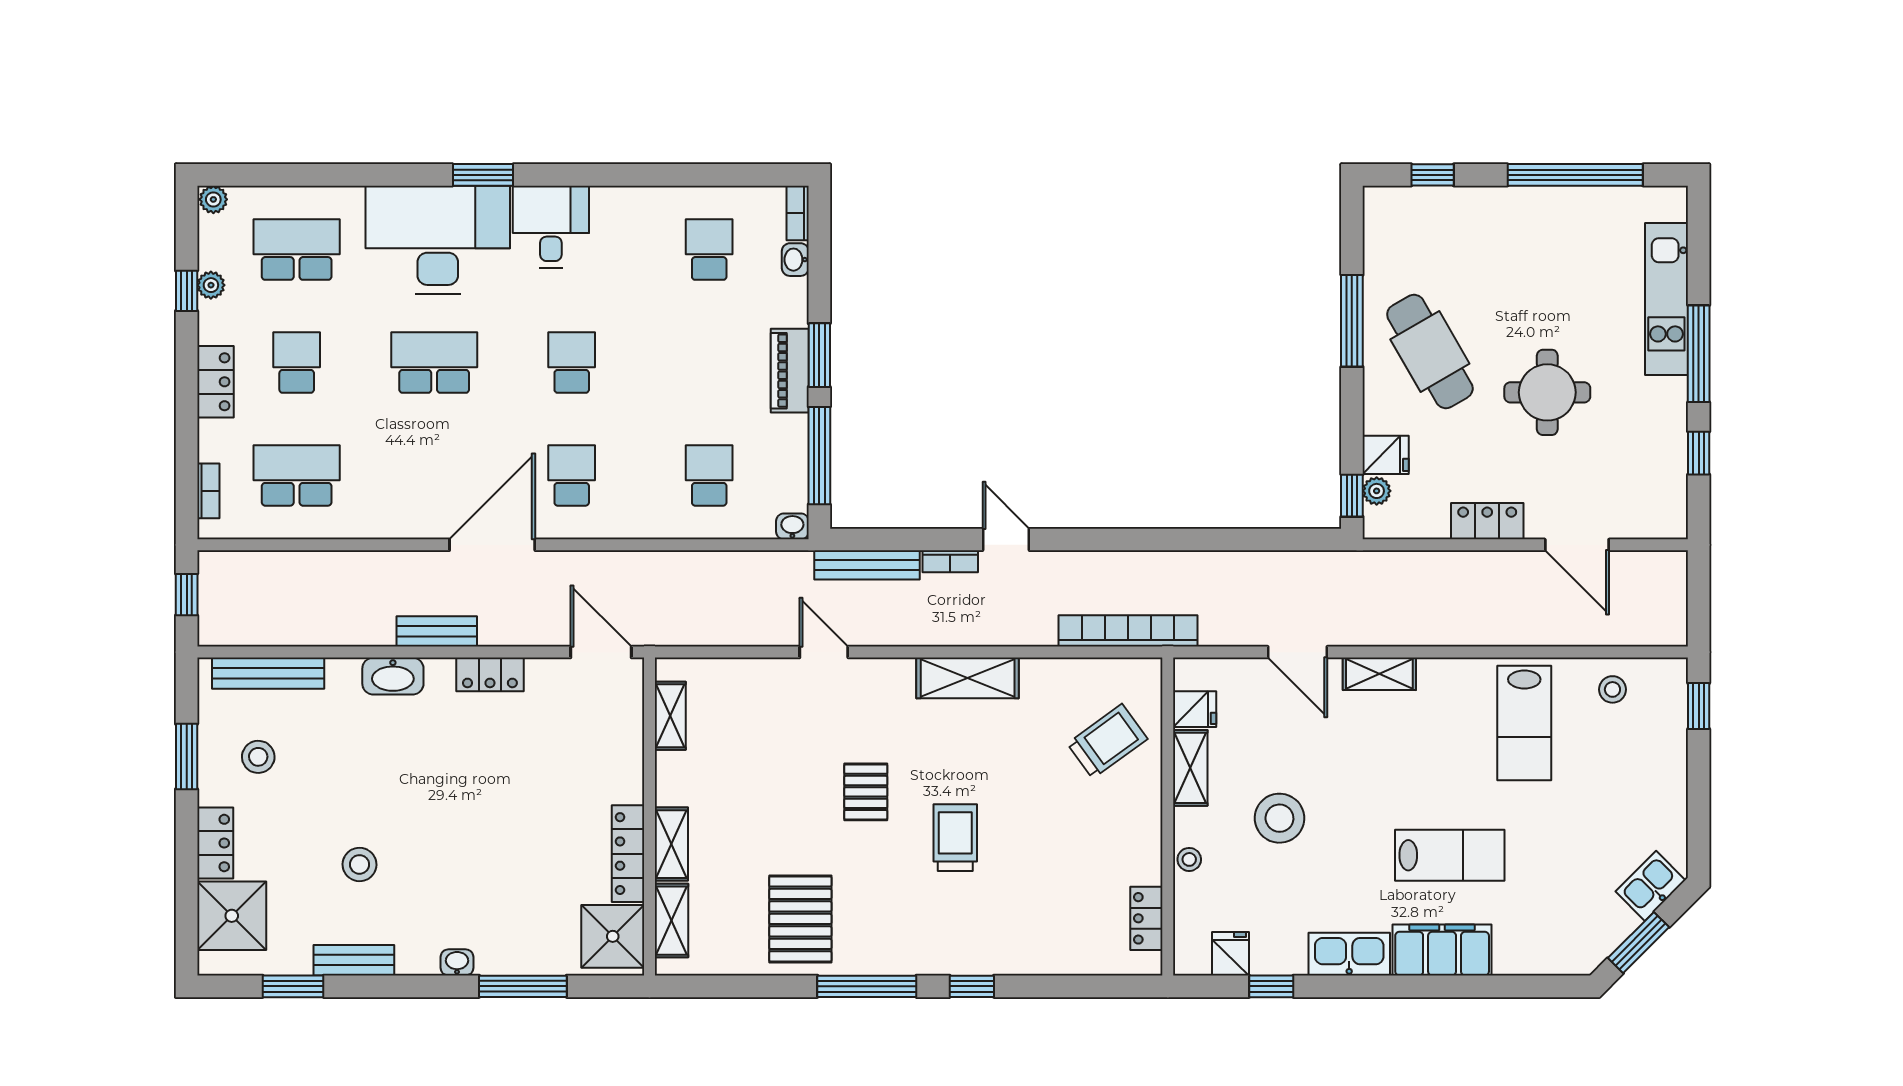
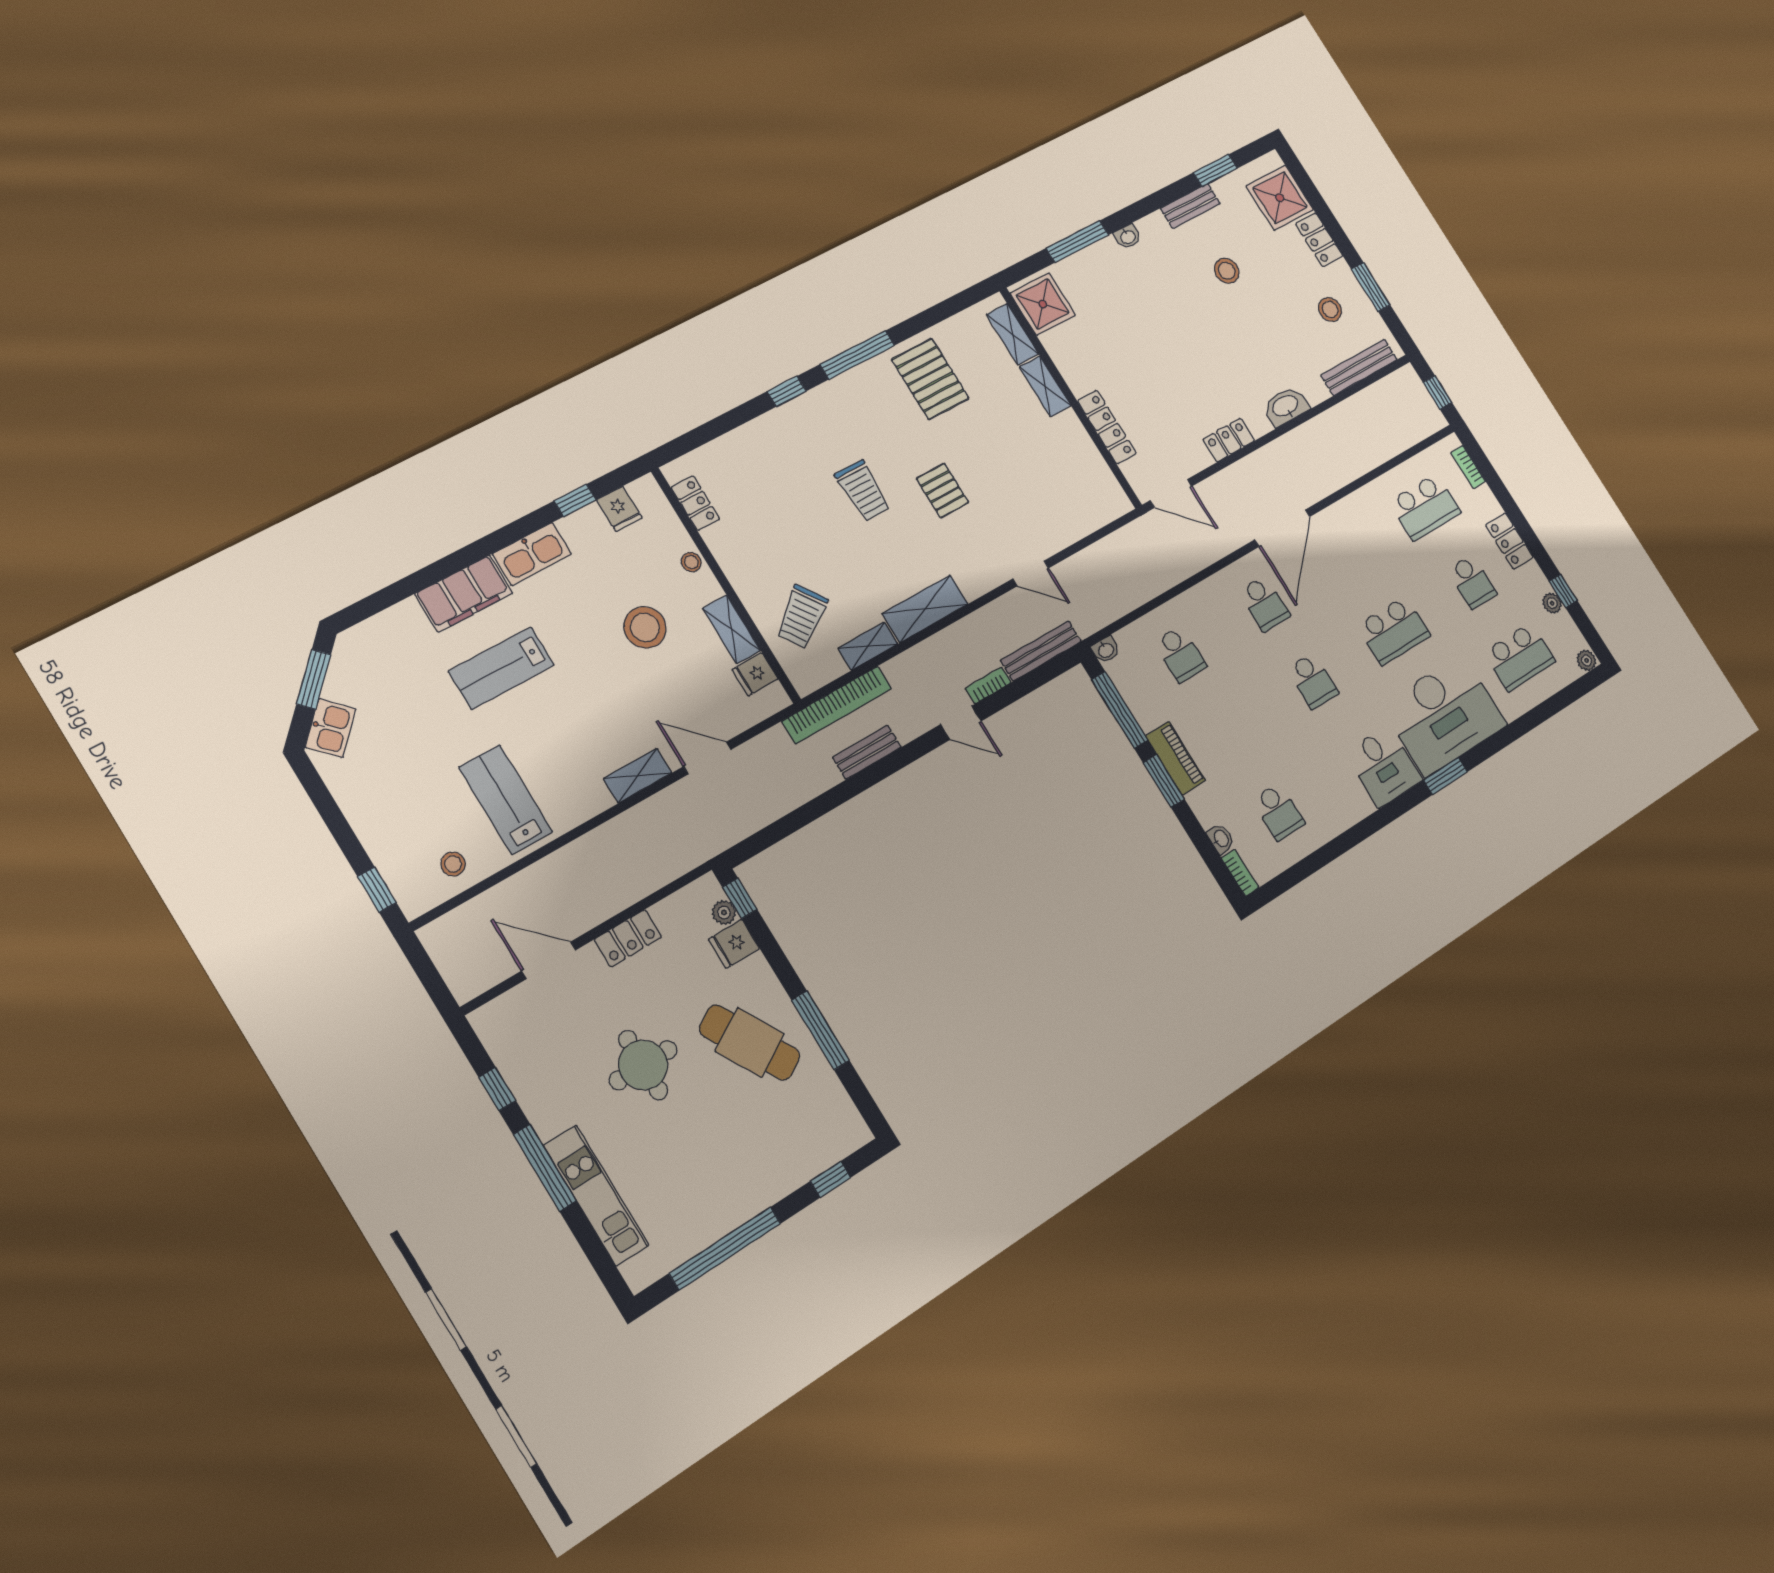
bench: (437, 631) -> (867, 752), moved
shelving: (670, 716) -> (868, 646), moved, turned 90
locker: (628, 854) -> (1107, 427), moved

